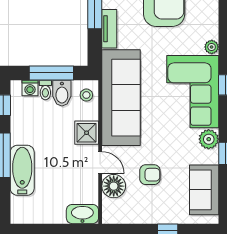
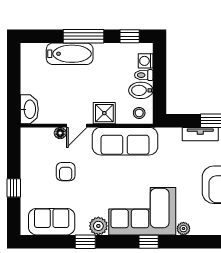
window: (51, 73) -> (159, 81), removed
sofa: (121, 98) -> (125, 141), width x0.74, depth x0.79
floor lamp: (114, 186) -> (60, 133), width x0.53, depth x0.53

